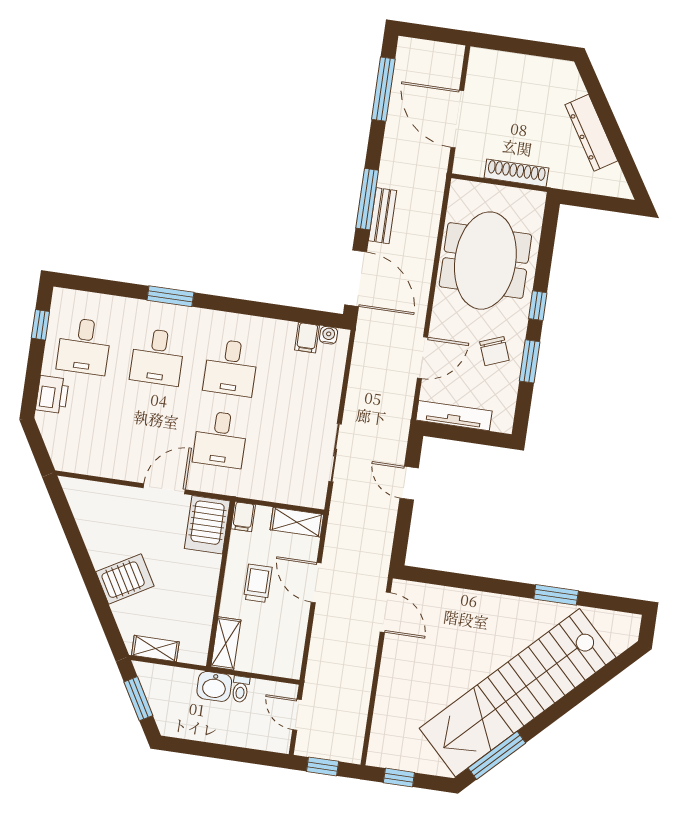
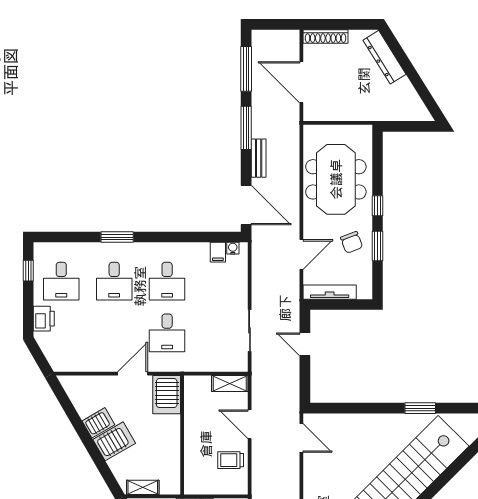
dresser: (591, 133) -> (384, 57), moved
shoe rack: (516, 173) -> (326, 36), moved, turned 180
window: (367, 199) -> (246, 128), moved
filing cabinet: (243, 517) -> (191, 385), removed
server rack: (107, 550) -> (98, 423), added
trolley: (258, 583) -> (231, 460), moved, turned -90
shelving: (226, 643) -> (192, 476), removed

